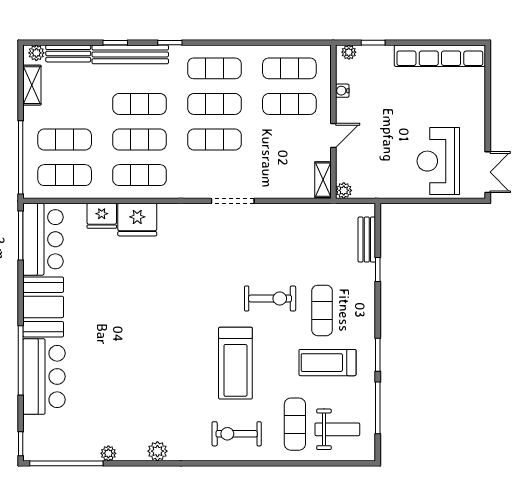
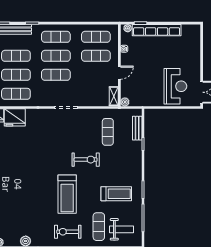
row of seats: (440, 56) -> (157, 30), moved
reception desk: (438, 161) -> (175, 86), turned 180
exercise mat: (322, 310) -> (108, 132), moved
treadmill: (327, 363) -> (116, 194), turned 180

